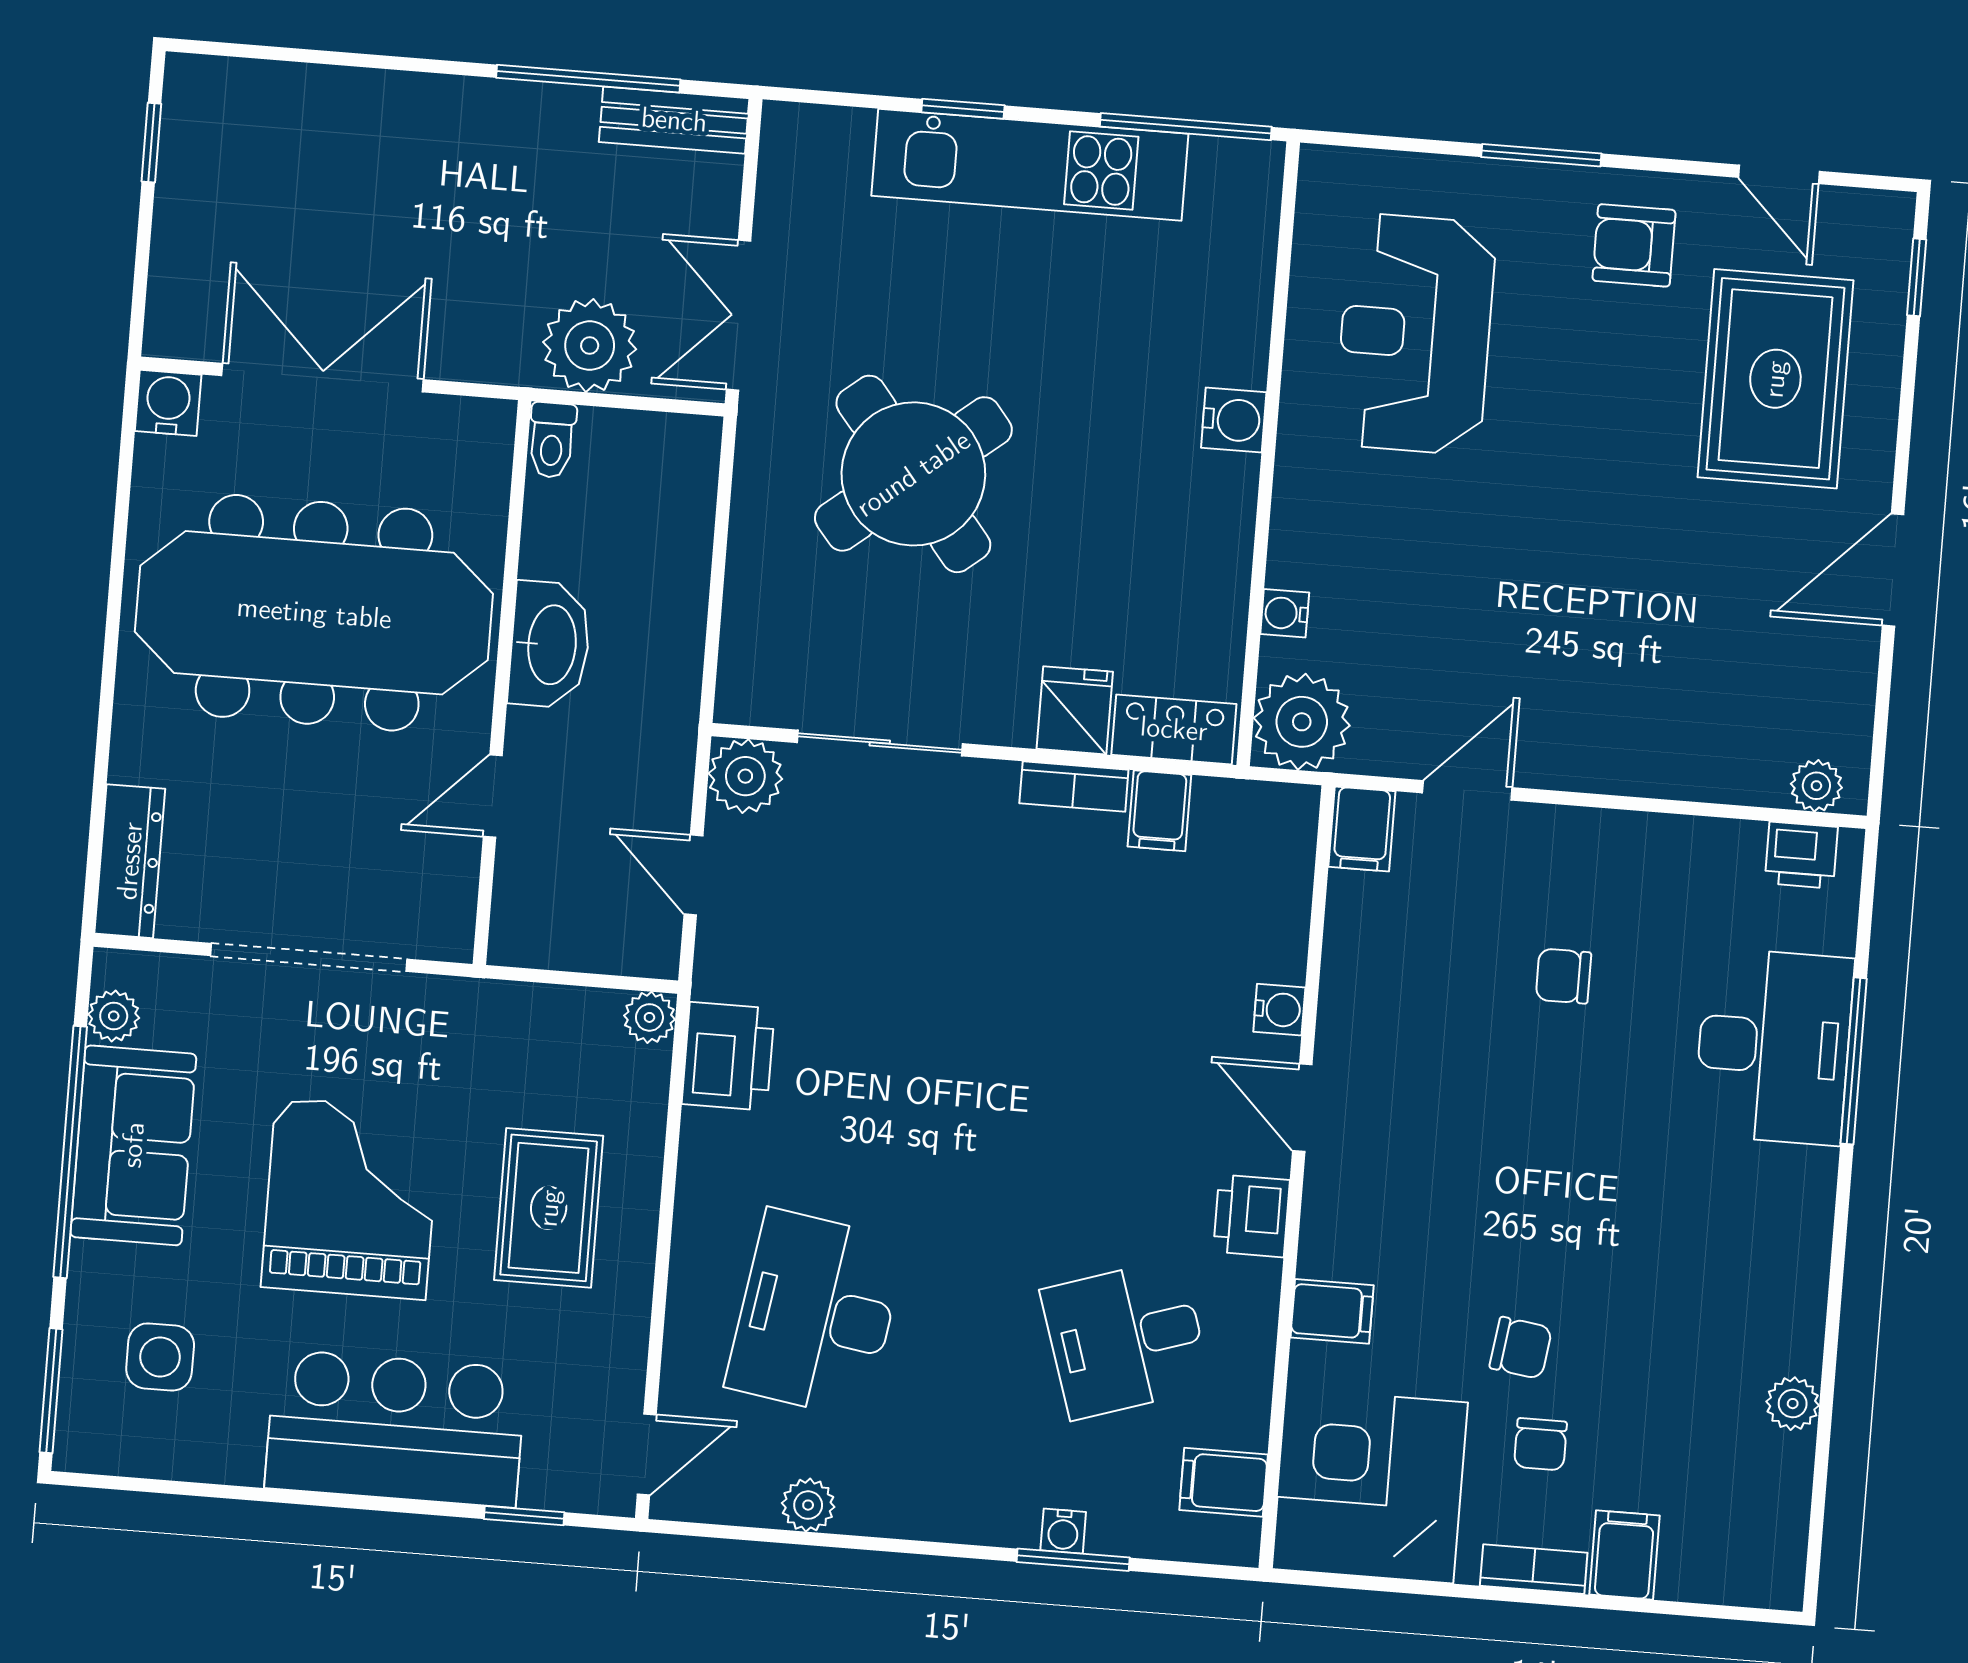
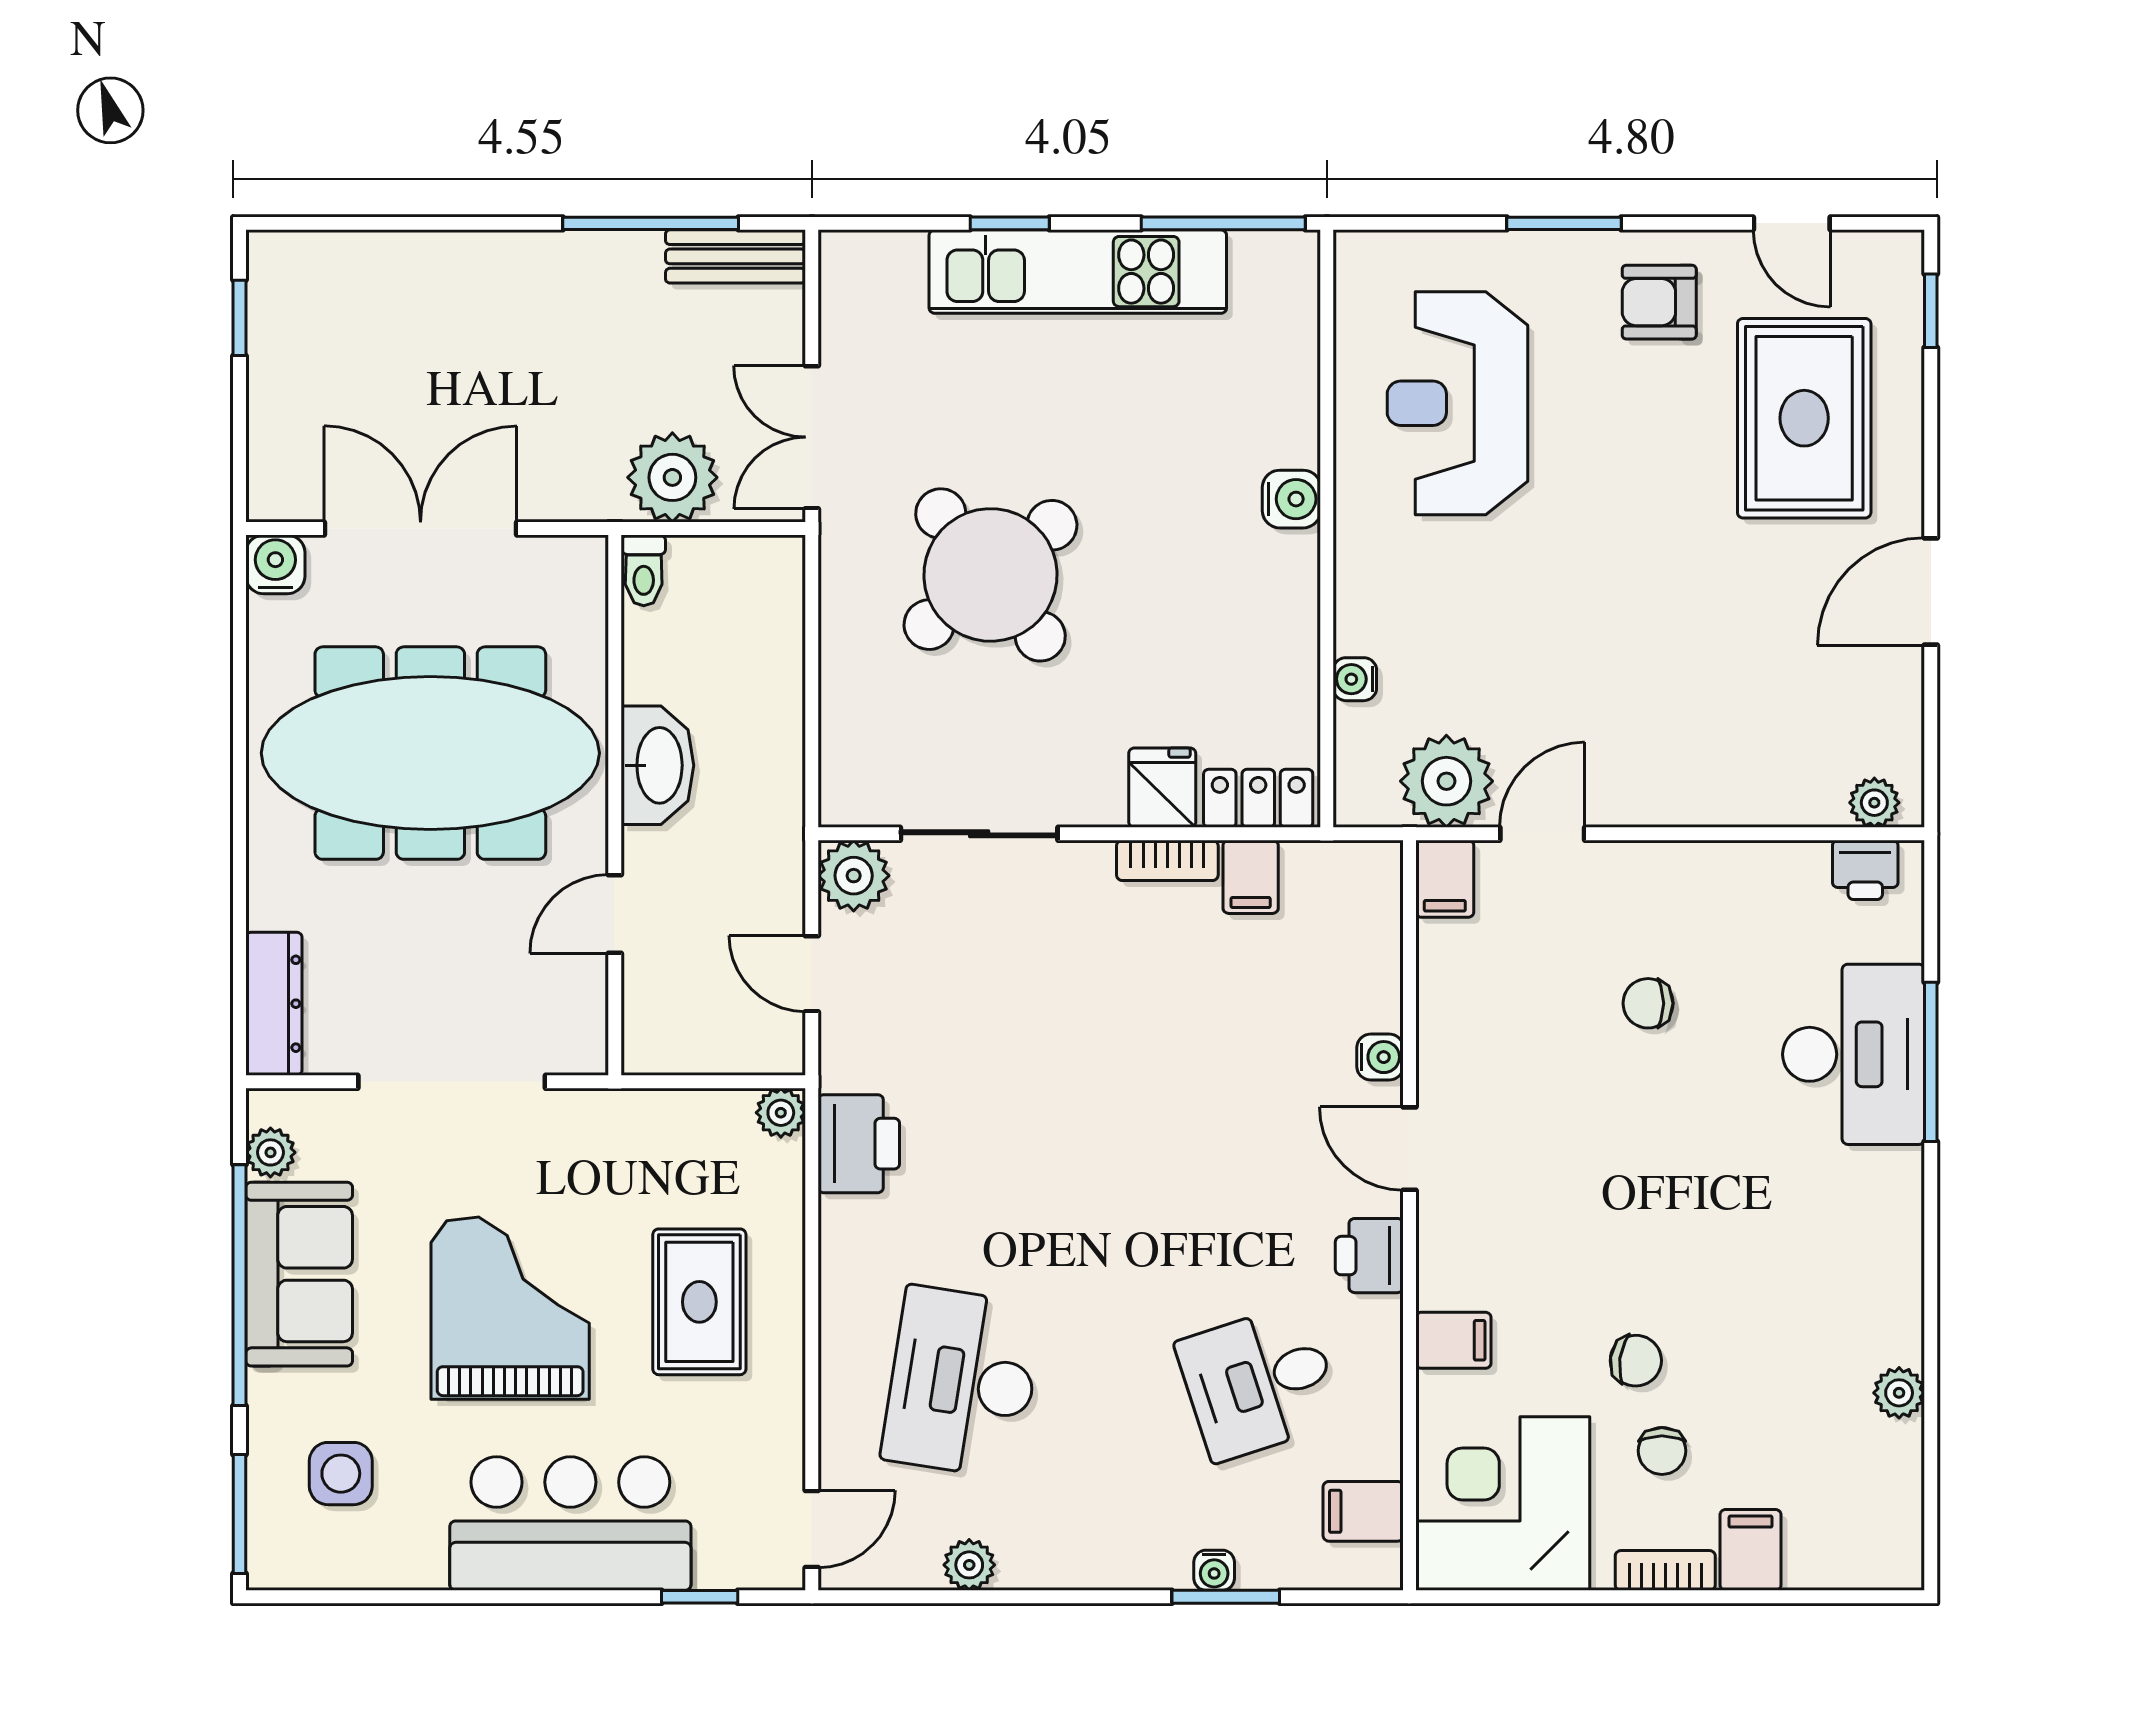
plant: (1302, 722) -> (1446, 781), moved

